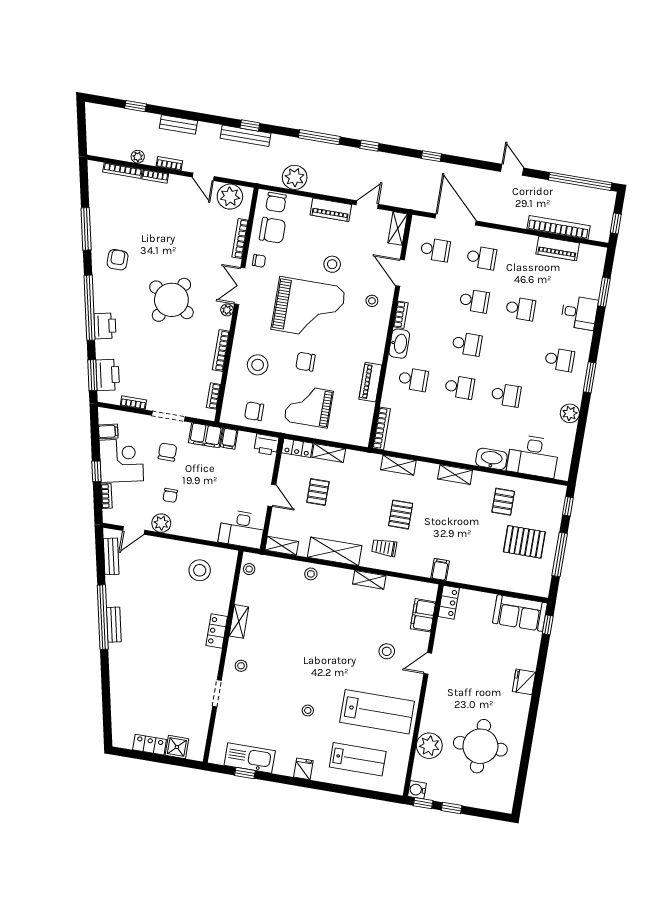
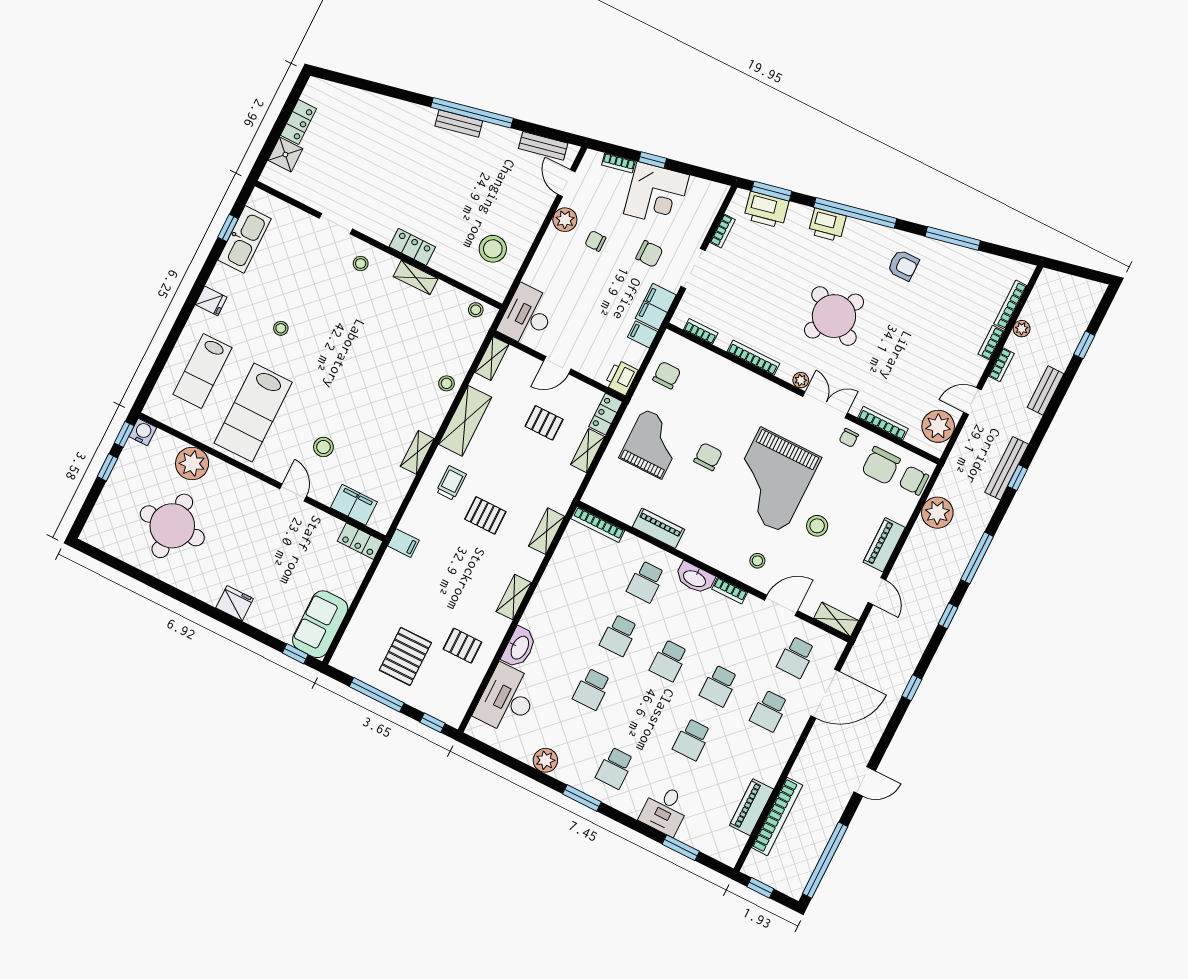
stool: (258, 365) -> (722, 397), removed
filing cabinet: (108, 431) -> (697, 189), removed

